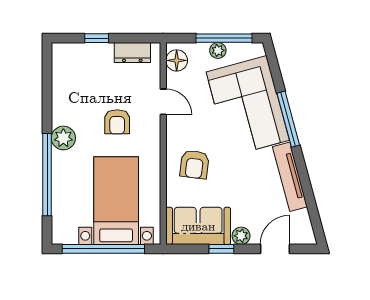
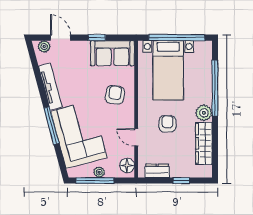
wardrobe: (63, 93) -> (204, 143), added
plant: (241, 236) -> (44, 47), moved
door: (275, 249) -> (60, 38), swing flipped

